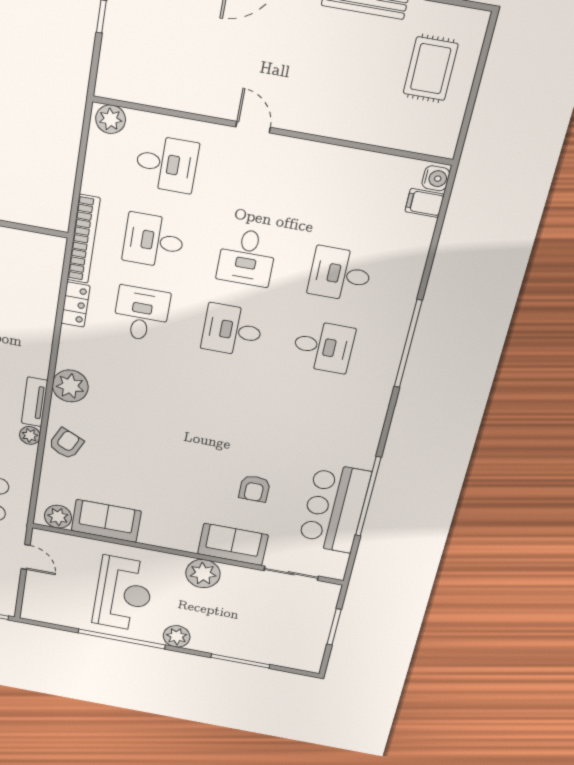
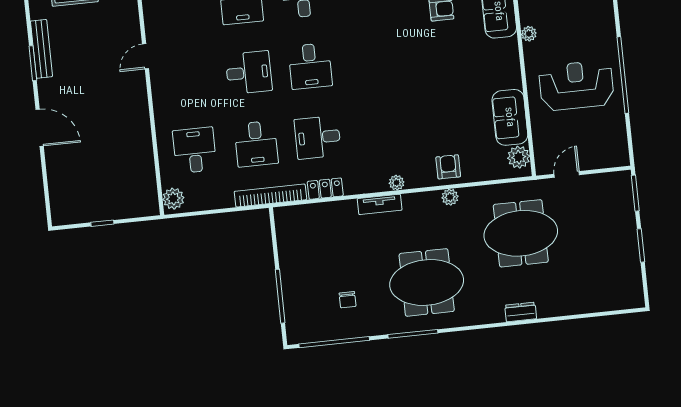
door: (253, 127) -> (145, 56), moved
plant: (70, 386) -> (397, 183), width x0.53, depth x0.53
tv unit: (35, 402) -> (380, 204), moved
armchair: (66, 444) -> (448, 167), turned 65
plant: (203, 574) -> (529, 34), width x0.53, depth x0.53
plant: (177, 636) -> (605, 30), removed

